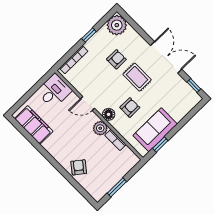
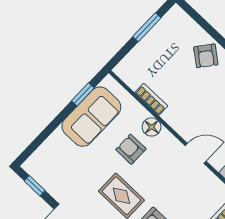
armchair: (130, 107) -> (131, 149), turned 90
floor lamp: (109, 114) -> (152, 127), moved
plant: (100, 128) -> (175, 116), removed

